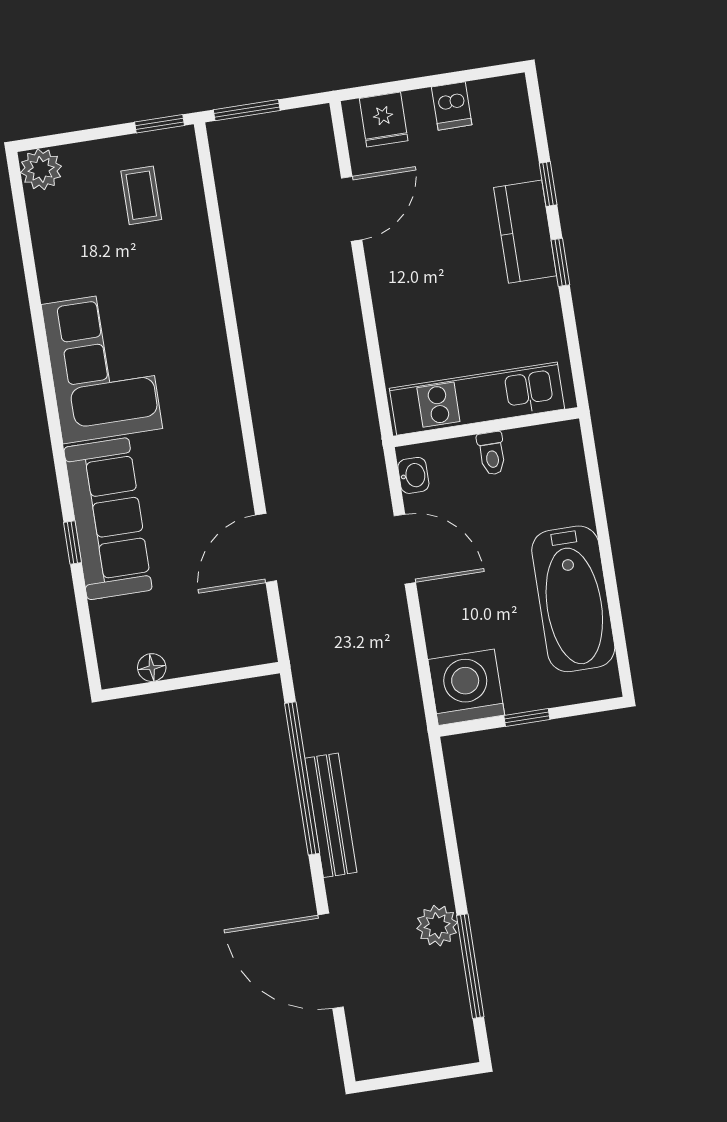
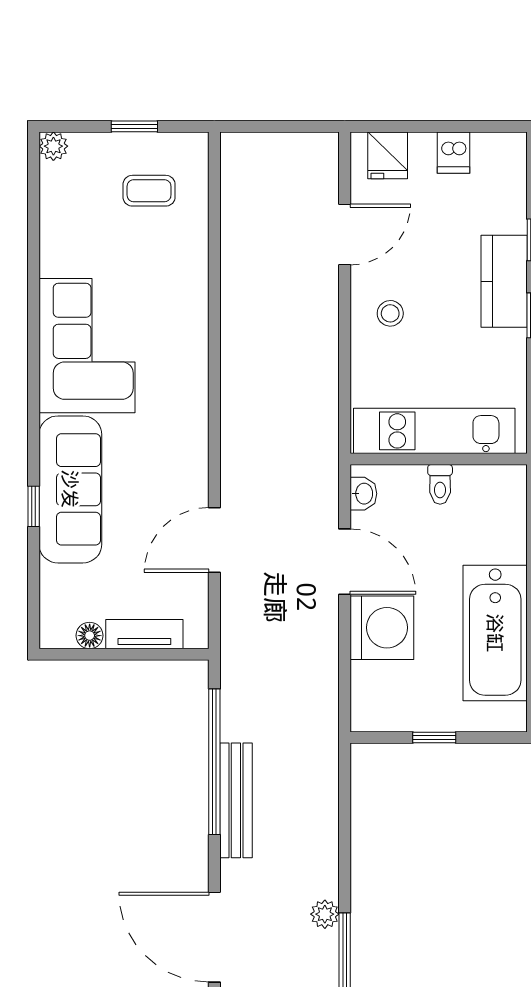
window: (247, 110) -> (261, 126), removed
window: (159, 124) -> (134, 126), moved
plant: (41, 169) -> (53, 146), width x0.73, depth x0.73
coffee table: (141, 195) -> (149, 191), turned 90
stool: (412, 284) -> (390, 313), added
tv unit: (208, 657) -> (144, 634), added
washing machine: (466, 687) -> (382, 628), moved, turned 90
plant: (437, 926) -> (325, 914), width x0.73, depth x0.73

